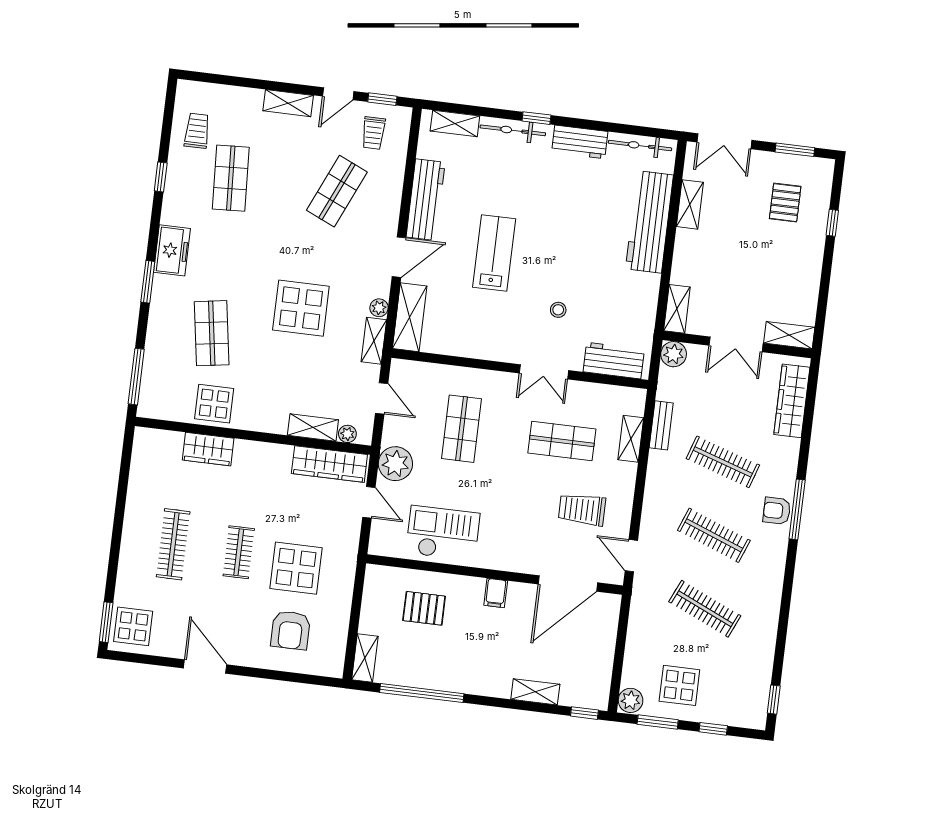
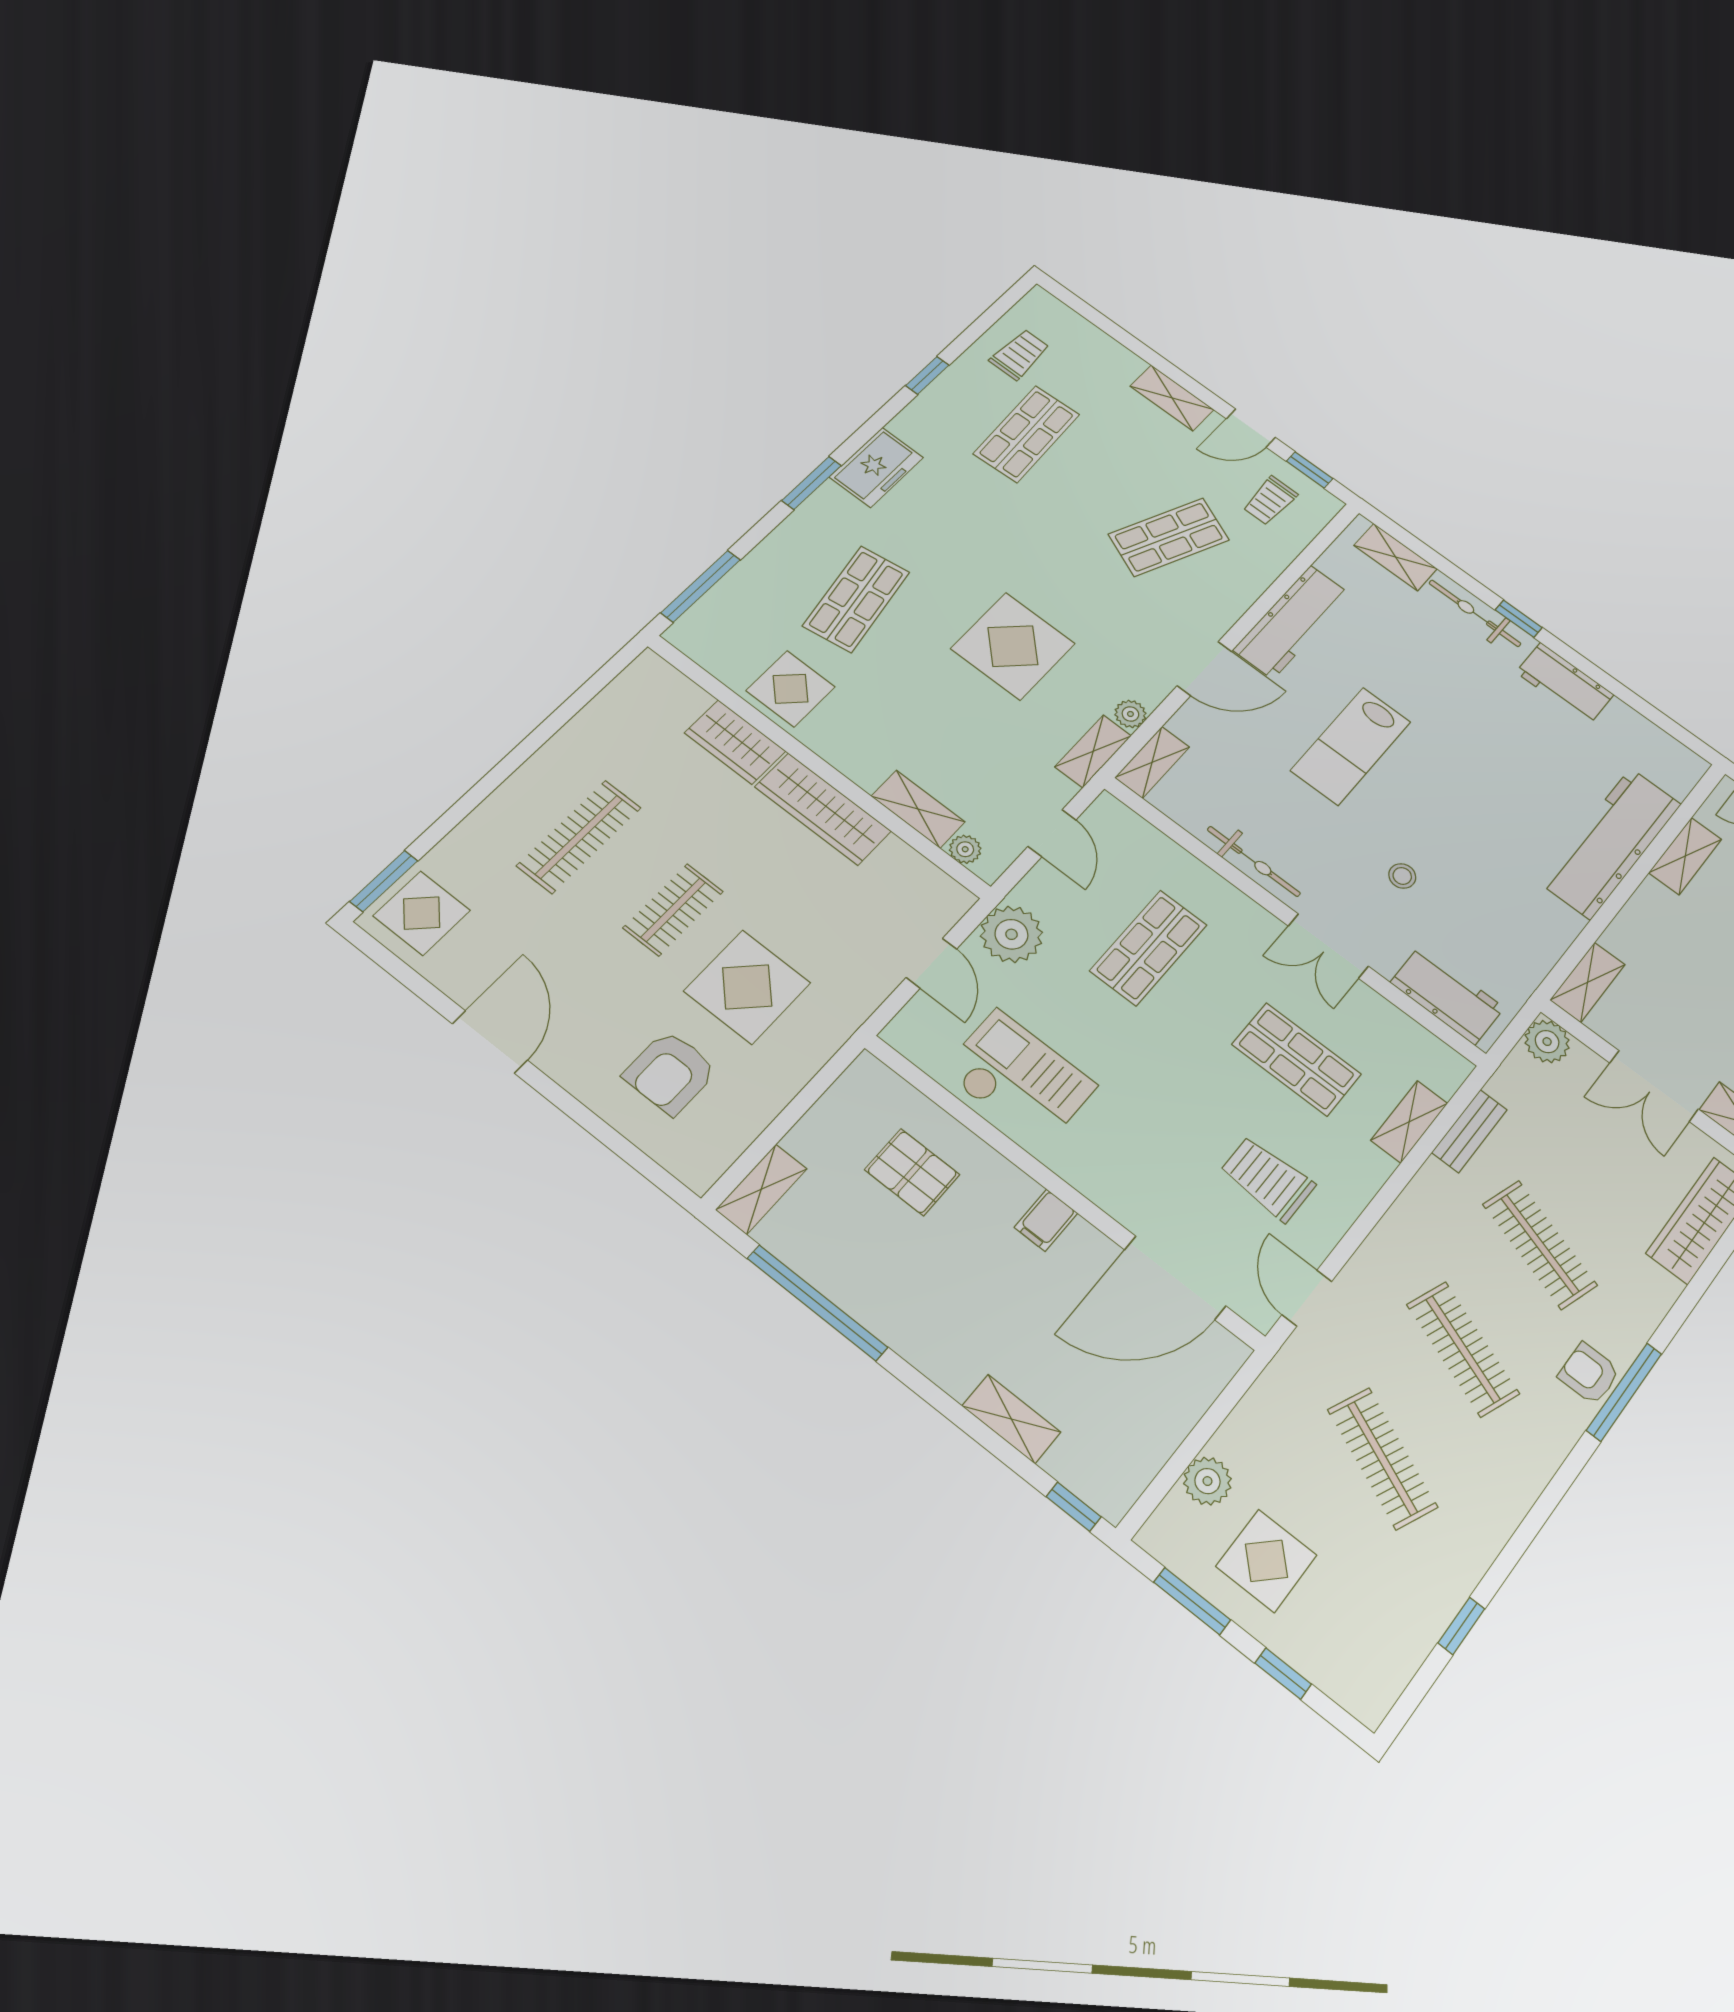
bicycle: (640, 146) -> (1254, 861), moved, turned 180
lab bench: (494, 253) -> (1351, 746), turned 180
shelving: (410, 317) -> (1152, 762), width x0.67, depth x0.75
wardrobe: (329, 464) -> (823, 809), moved
plant: (631, 700) -> (1207, 1481), moved
window: (774, 700) -> (1461, 1626), moved

